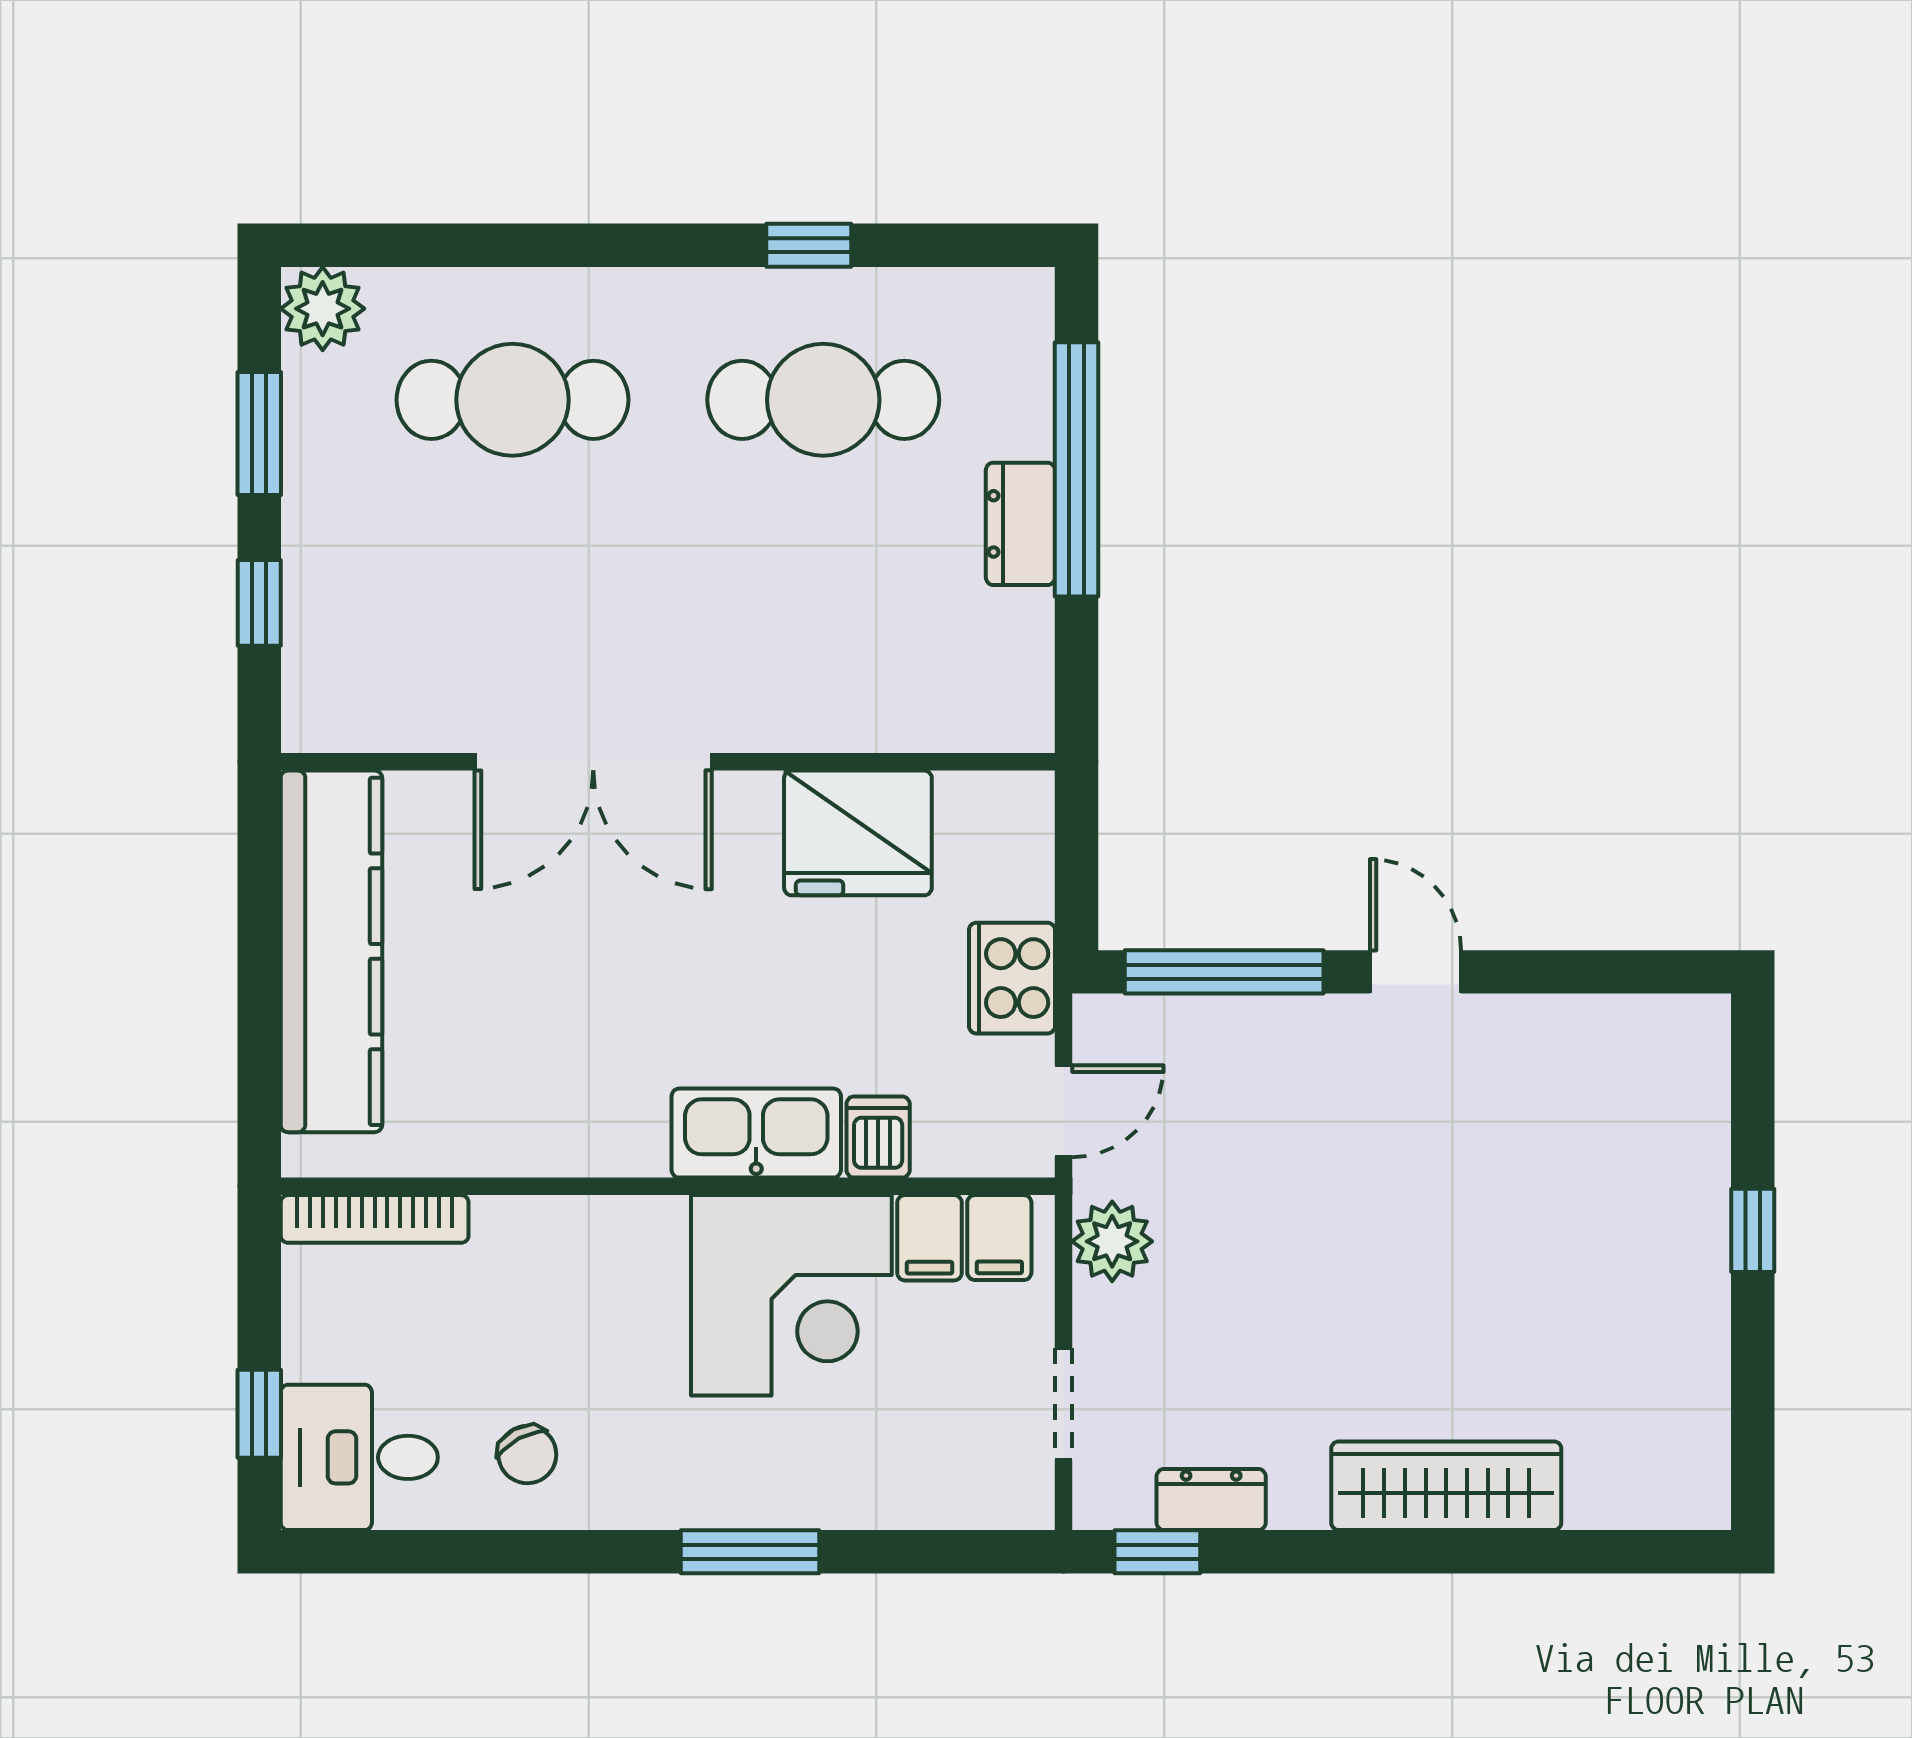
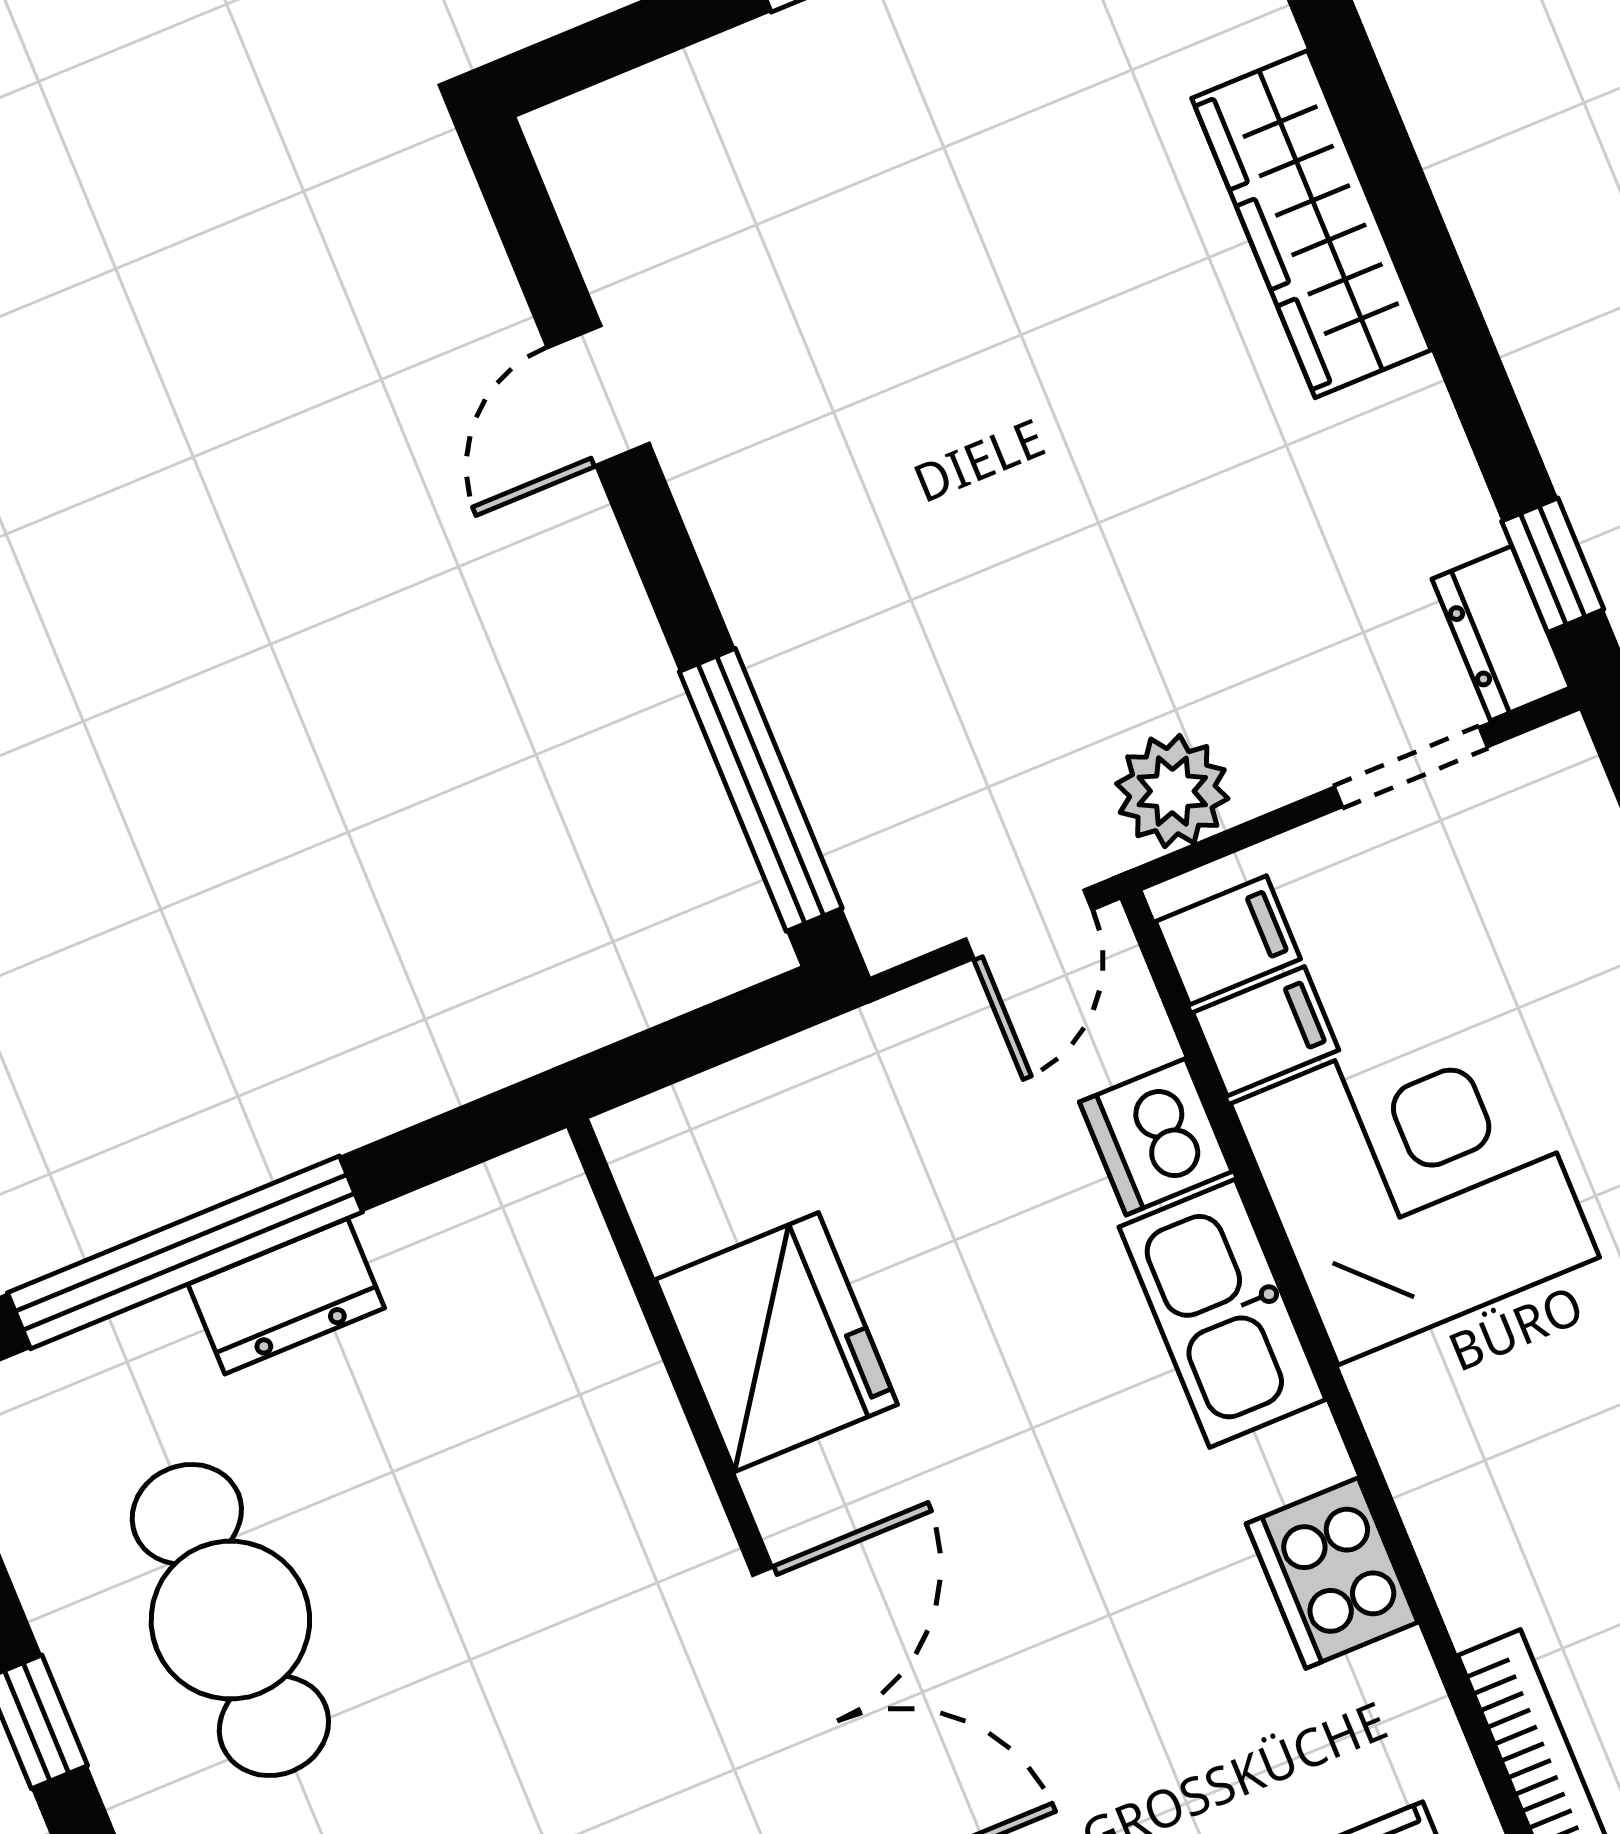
door: (1416, 972) -> (598, 396), moved
cooker: (1012, 978) -> (1332, 1573), moved, turned 90
door: (1064, 1111) -> (1029, 924), swing flipped
dishwasher: (878, 1137) -> (1156, 1137), width x1.38
dresser: (1211, 1500) -> (1501, 633), moved

